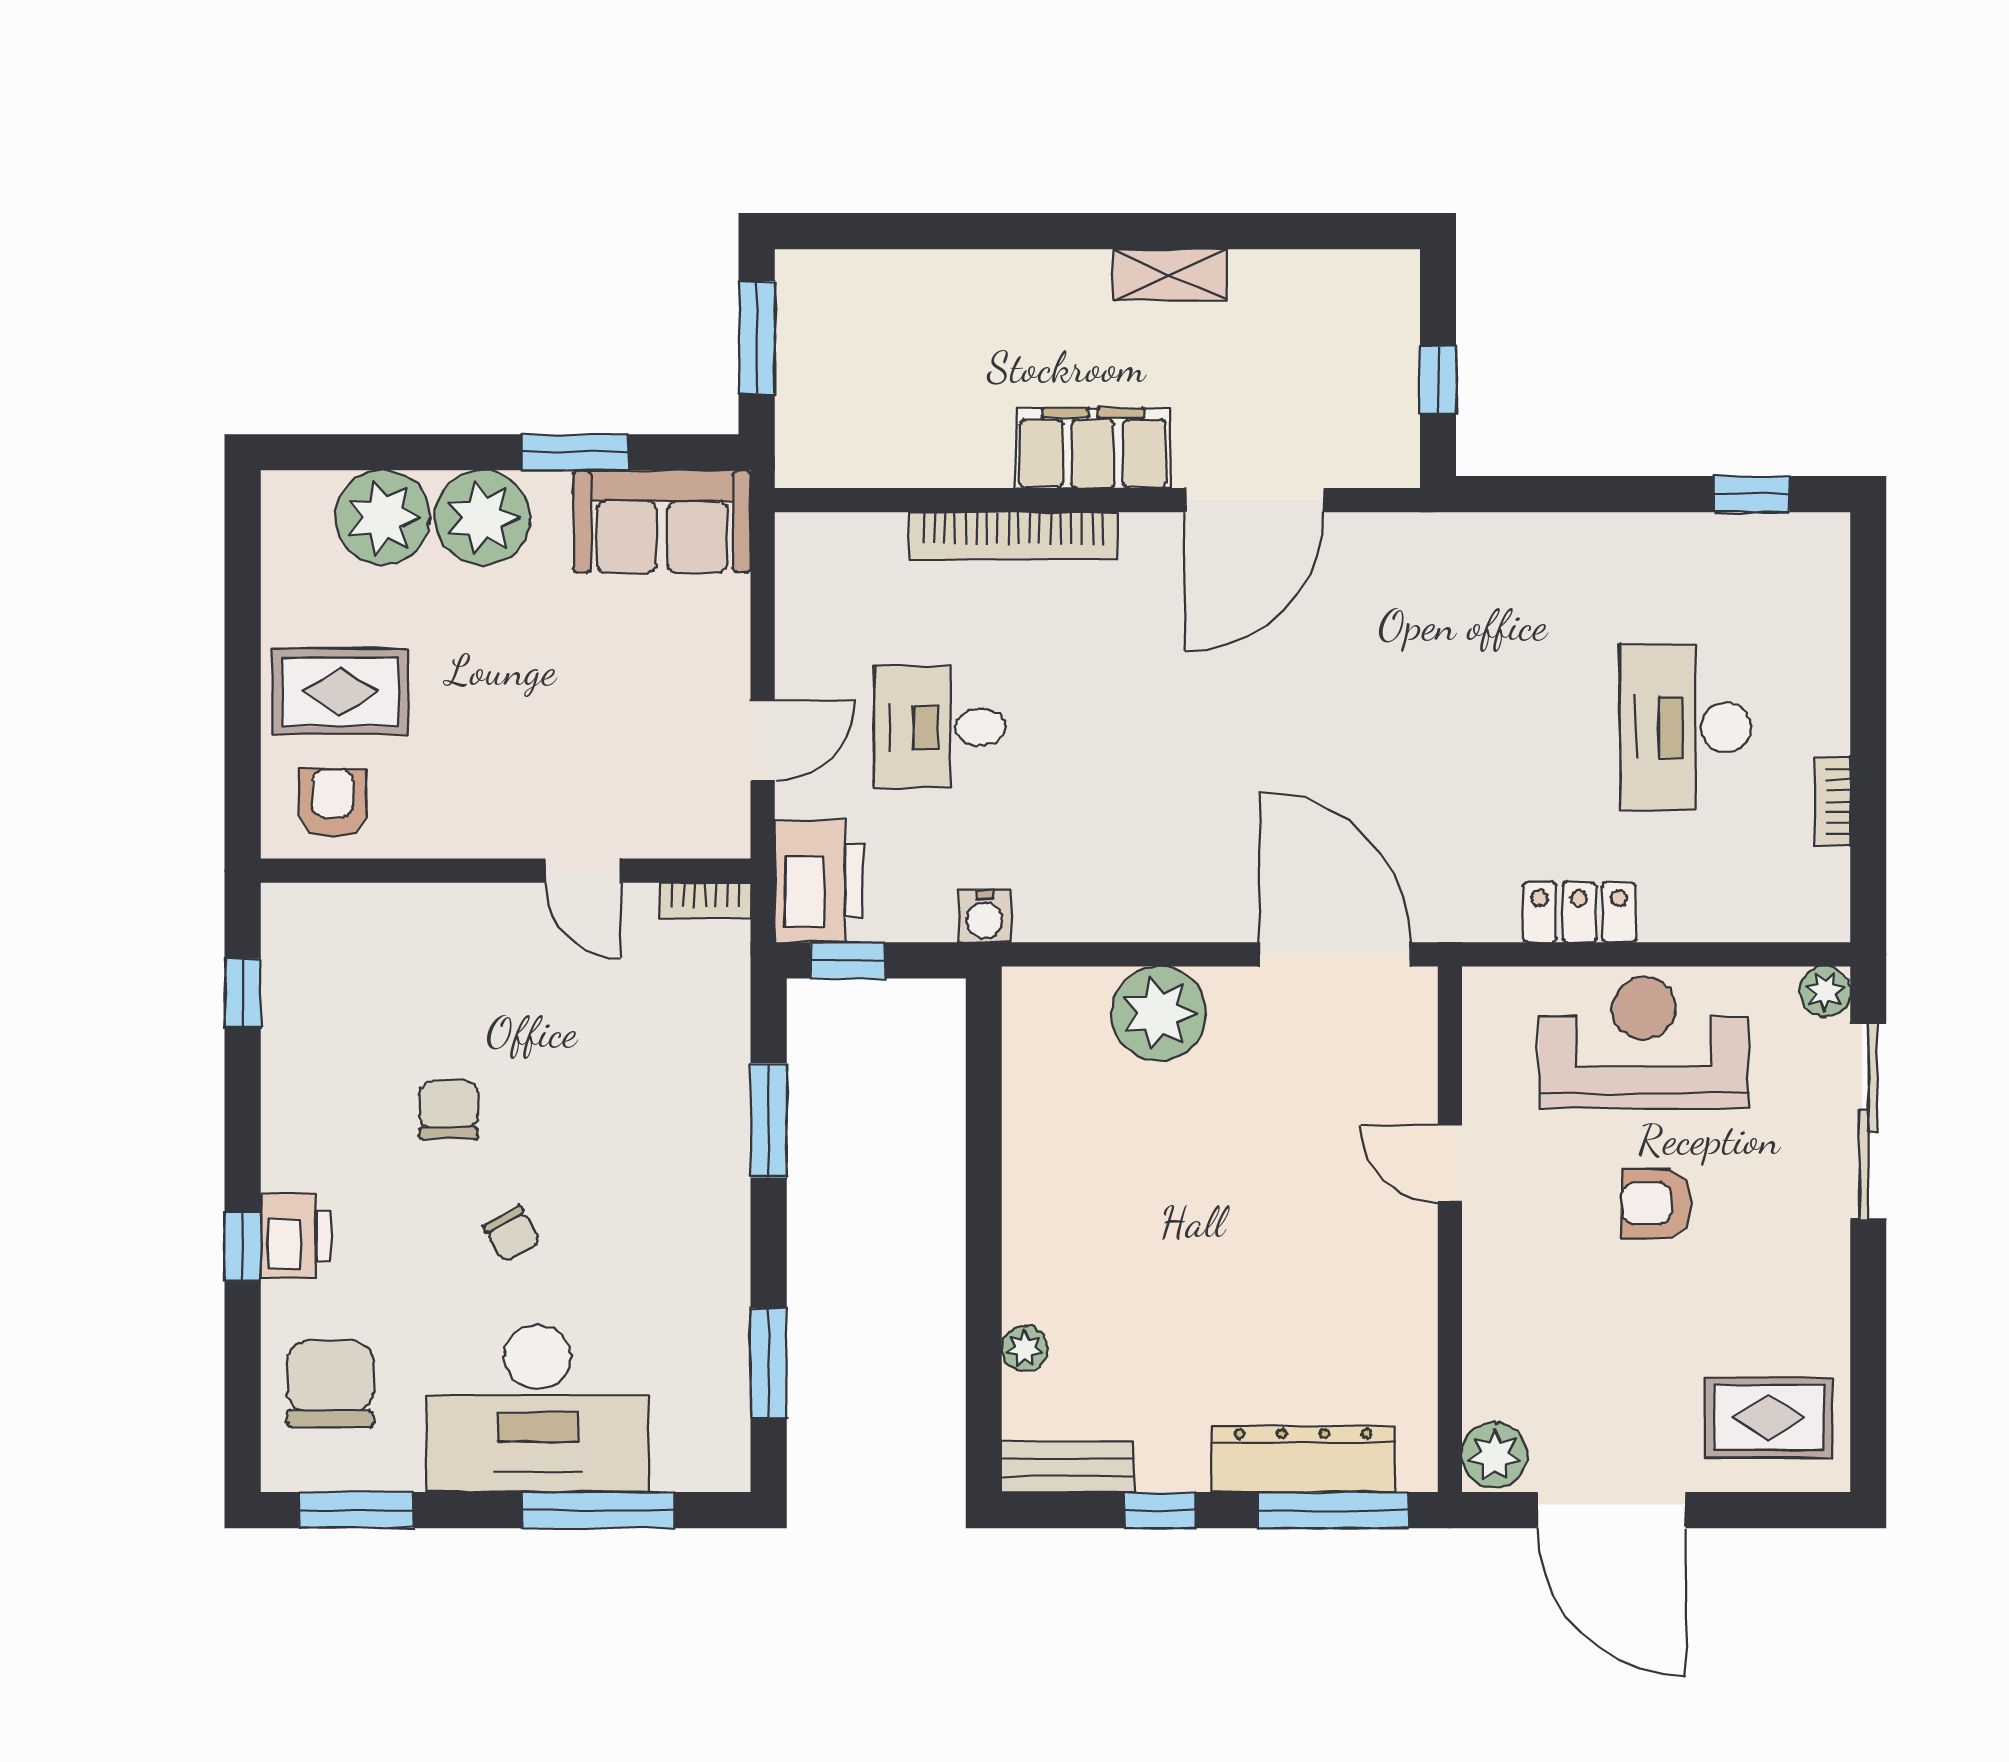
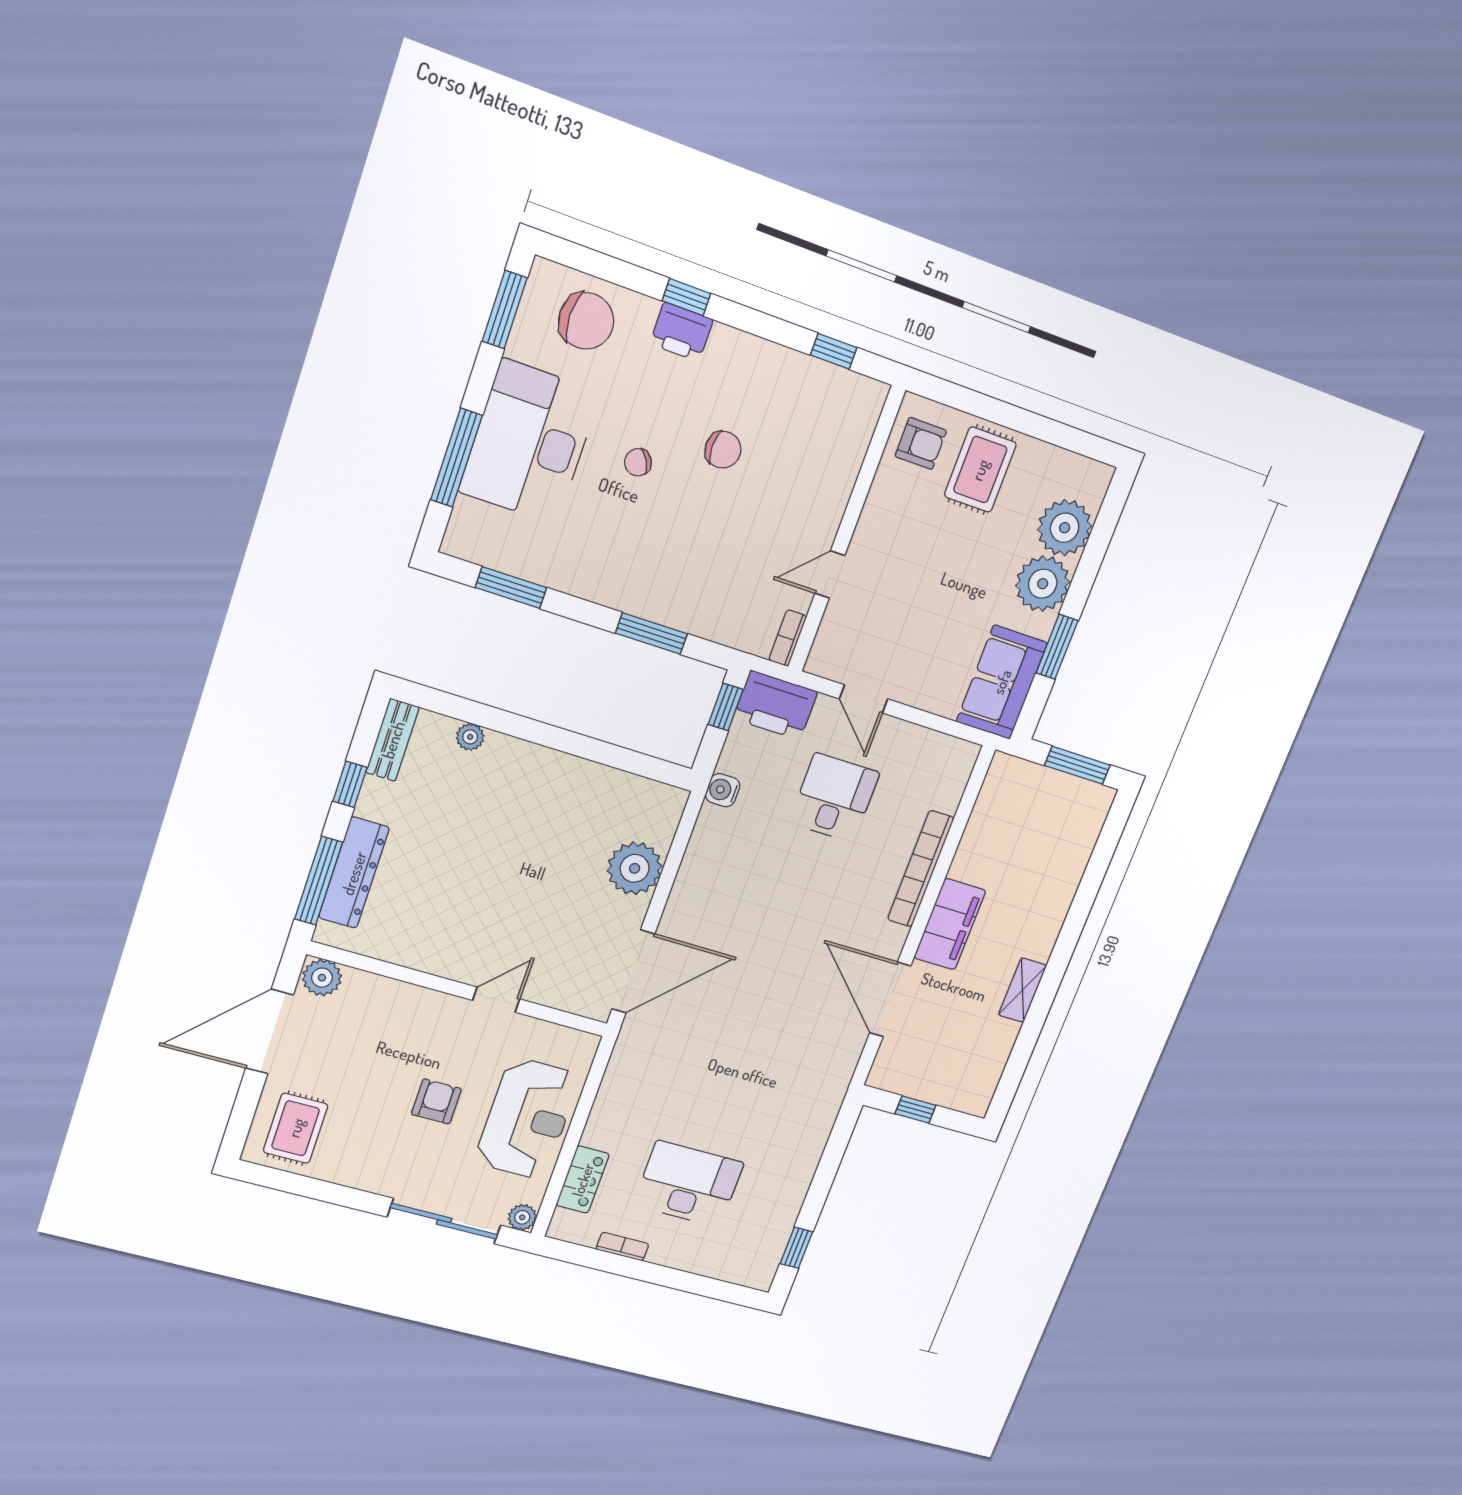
locker: (1579, 912) -> (583, 1180), moved

